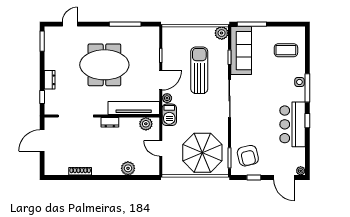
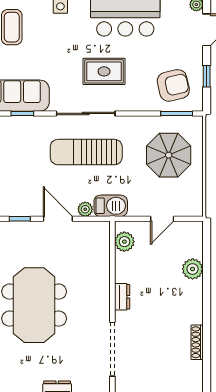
sun lounger: (199, 70) -> (86, 152), moved
tv unit: (134, 108) -> (100, 260), removed
rug: (257, 110) -> (104, 71), added
parasol: (202, 153) -> (169, 155), width x0.73, depth x0.73

